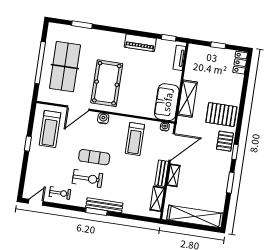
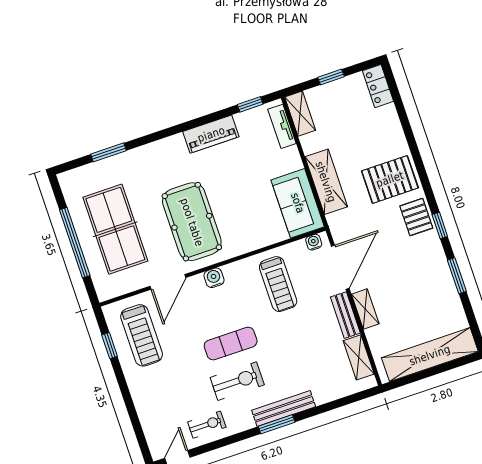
shelving: (192, 56) -> (300, 114), added
window: (28, 144) -> (110, 346), moved

